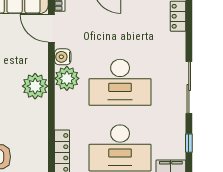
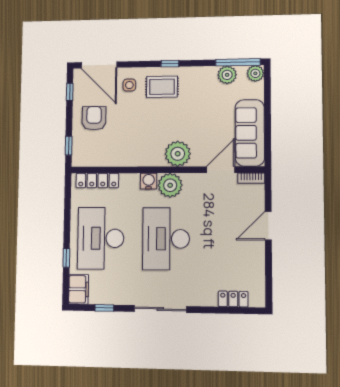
water cooler: (63, 57) -> (149, 181), moved
plant: (35, 86) -> (178, 154), moved

